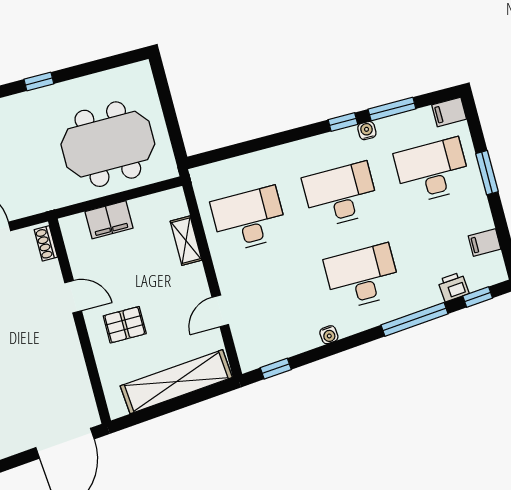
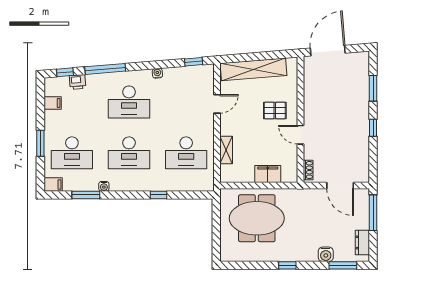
window: (343, 122) -> (159, 195), moved

